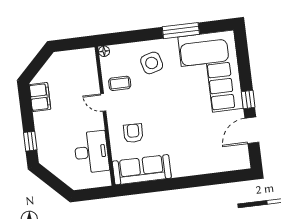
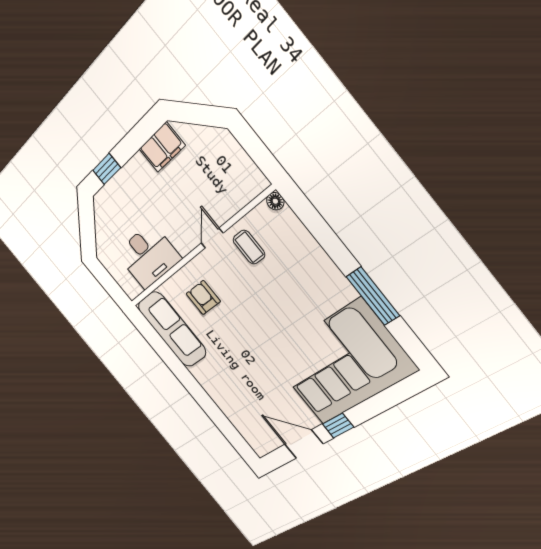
side table: (152, 63) -> (303, 277), removed
armchair: (133, 133) -> (203, 298), turned -92

